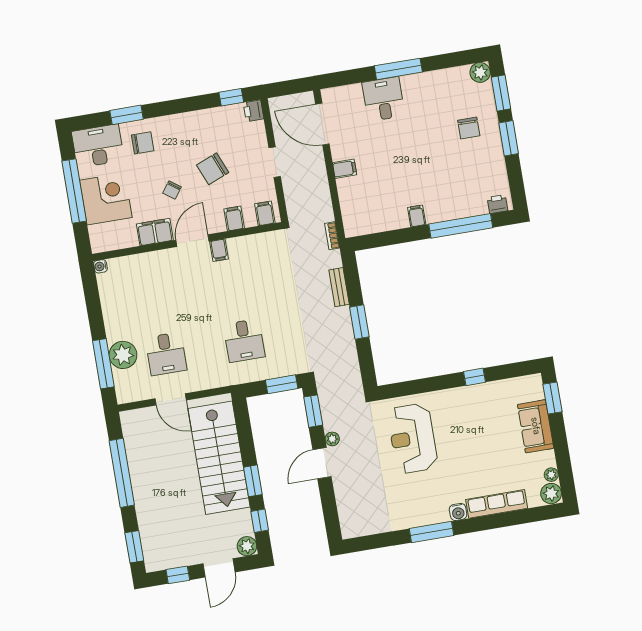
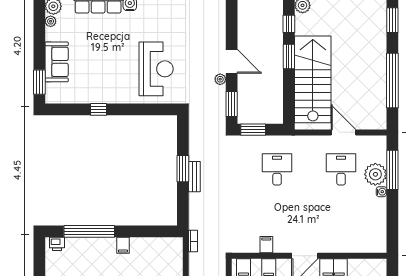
filing cabinet: (219, 250) -> (266, 245), moved
water cooler: (101, 266) -> (381, 192), moved
bench: (339, 287) -> (194, 177), moved
door: (322, 463) -> (232, 61), hinge flipped

